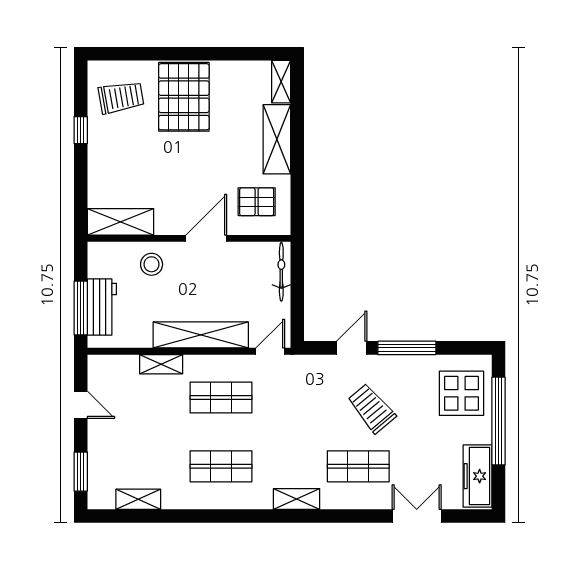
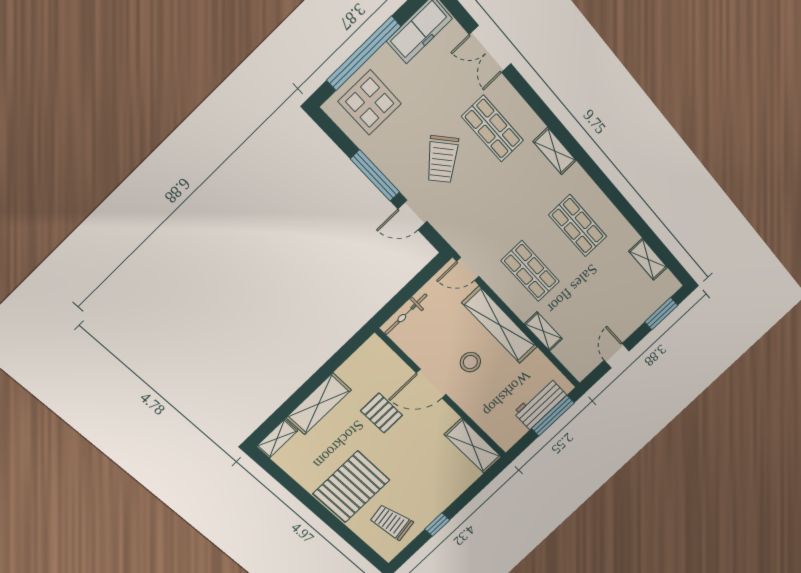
pallet: (257, 202) -> (382, 413), moved
stool: (152, 264) -> (470, 362), moved

